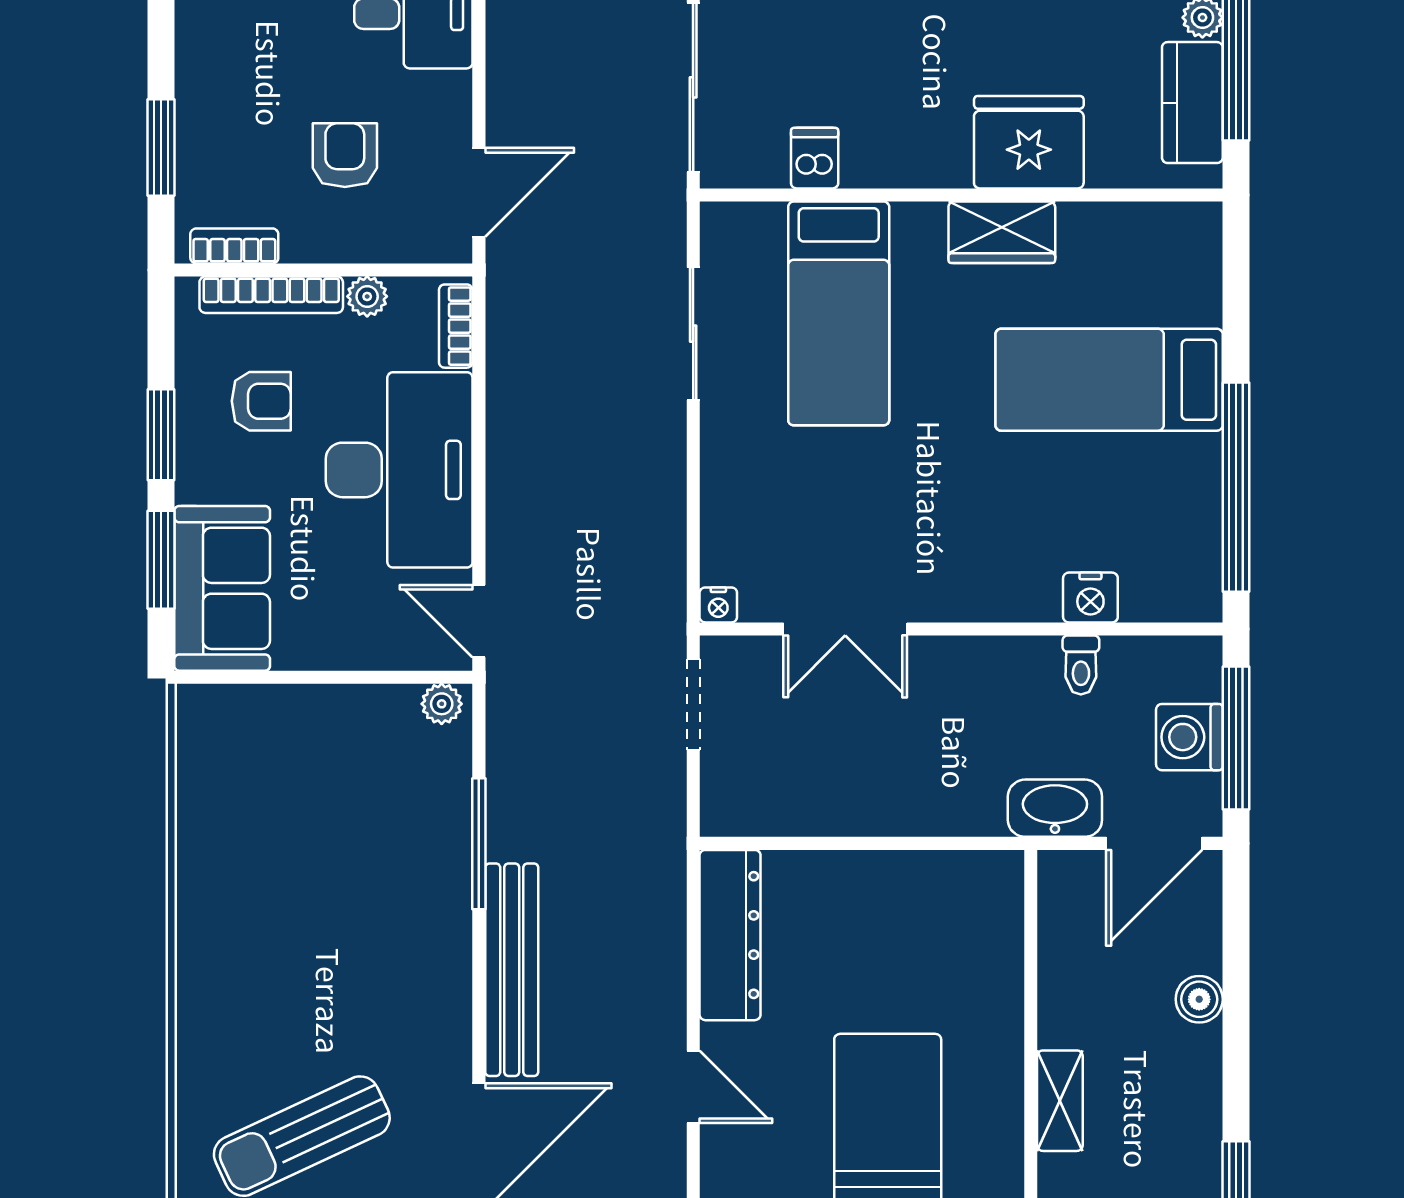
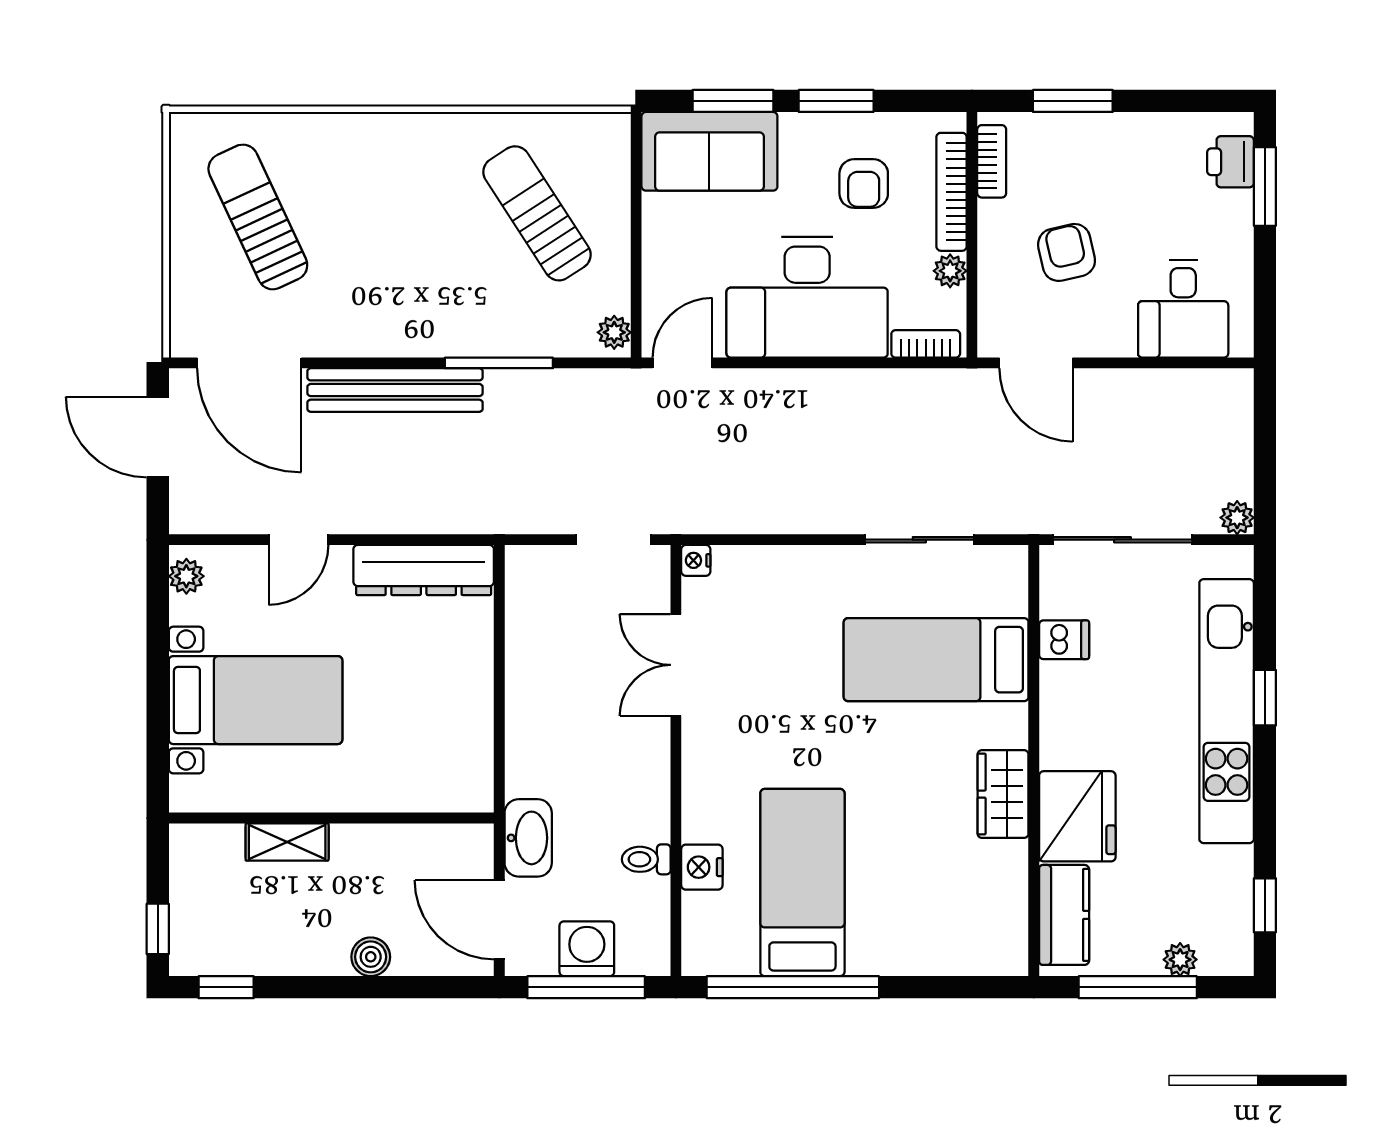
kitchen counter: (1192, 103) -> (1064, 915), moved, turned 90
armchair: (345, 155) -> (1067, 252), turned -103
bed: (1109, 380) -> (802, 883), moved
sun lounger: (297, 797) -> (537, 213), added

